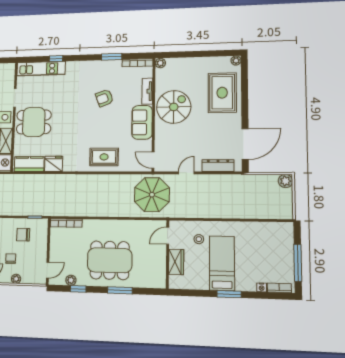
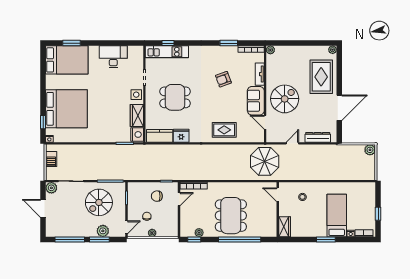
window: (56, 59) -> (168, 43), moved
spiral stairs: (174, 107) -> (285, 99), moved
dining table: (34, 122) -> (175, 97), moved
door: (245, 144) -> (339, 108), moved
door: (153, 160) -> (265, 122), moved
door: (168, 236) -> (278, 195), hinge flipped
dining table: (110, 260) -> (231, 216), turned 90
wardrobe: (176, 262) -> (285, 227), moved
bed: (222, 263) -> (337, 216), moved
window: (298, 263) -> (378, 214), width x0.46
door: (48, 270) -> (179, 199), moved
window: (78, 289) -> (194, 239), moved
window: (120, 290) -> (240, 239), width x2.11

